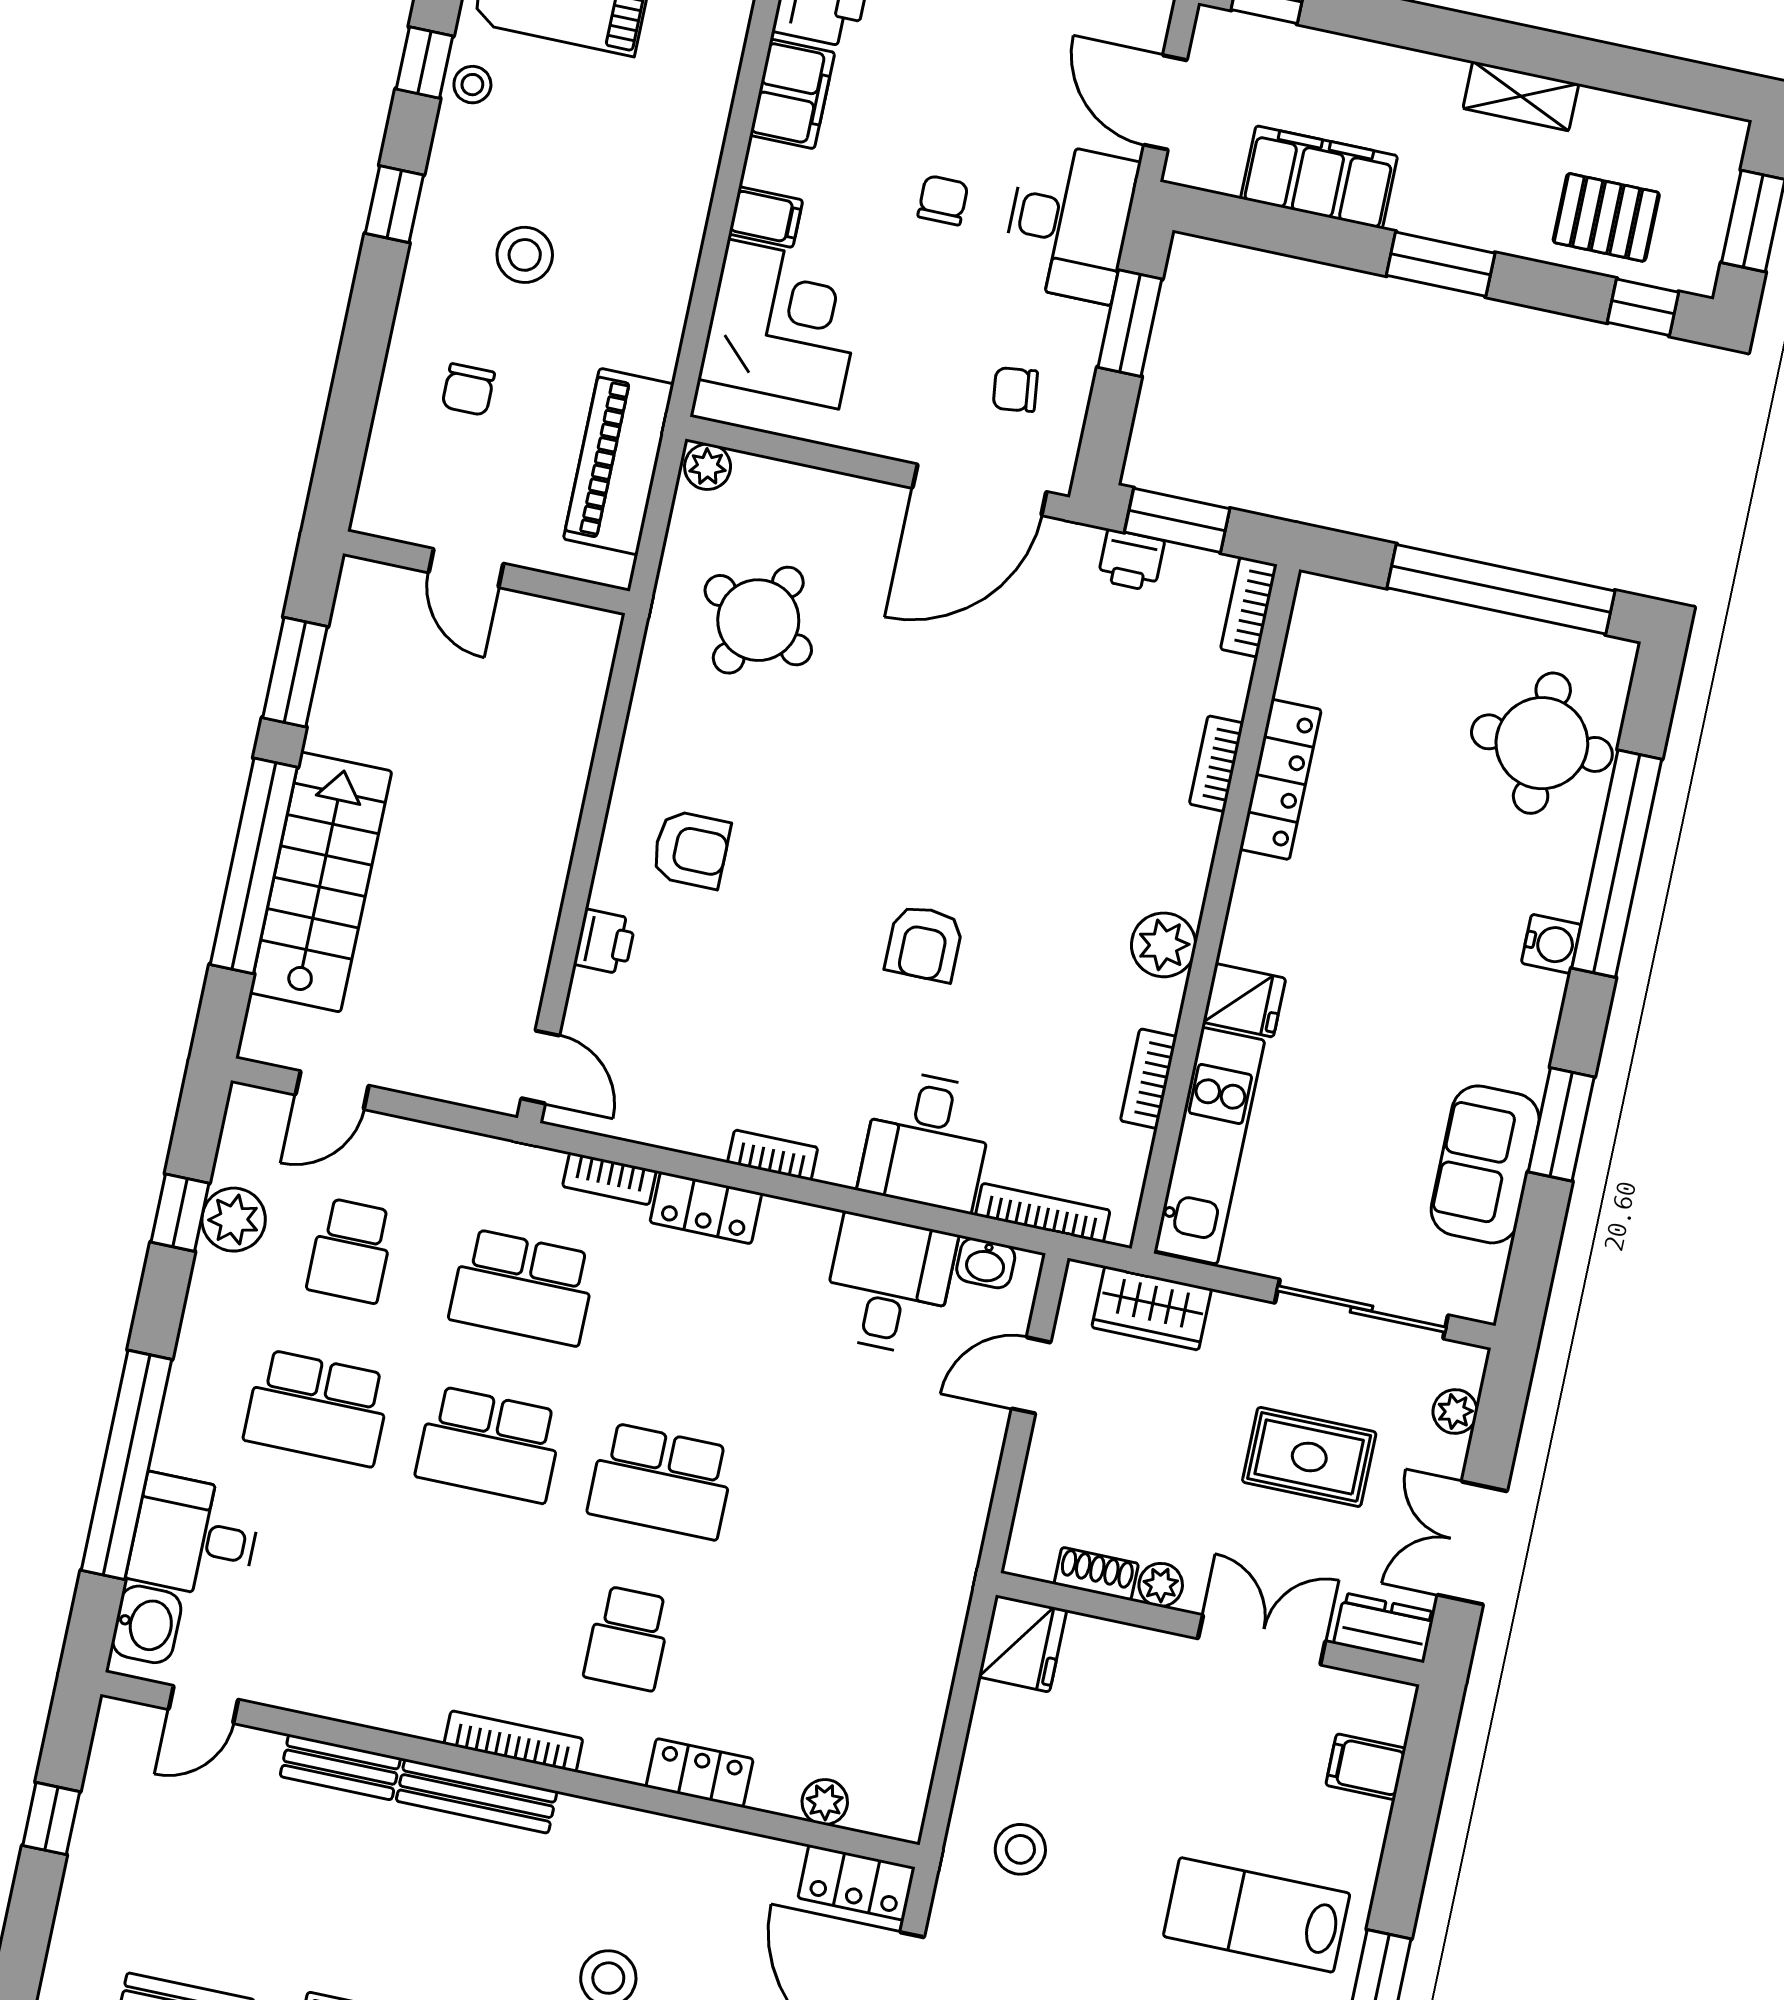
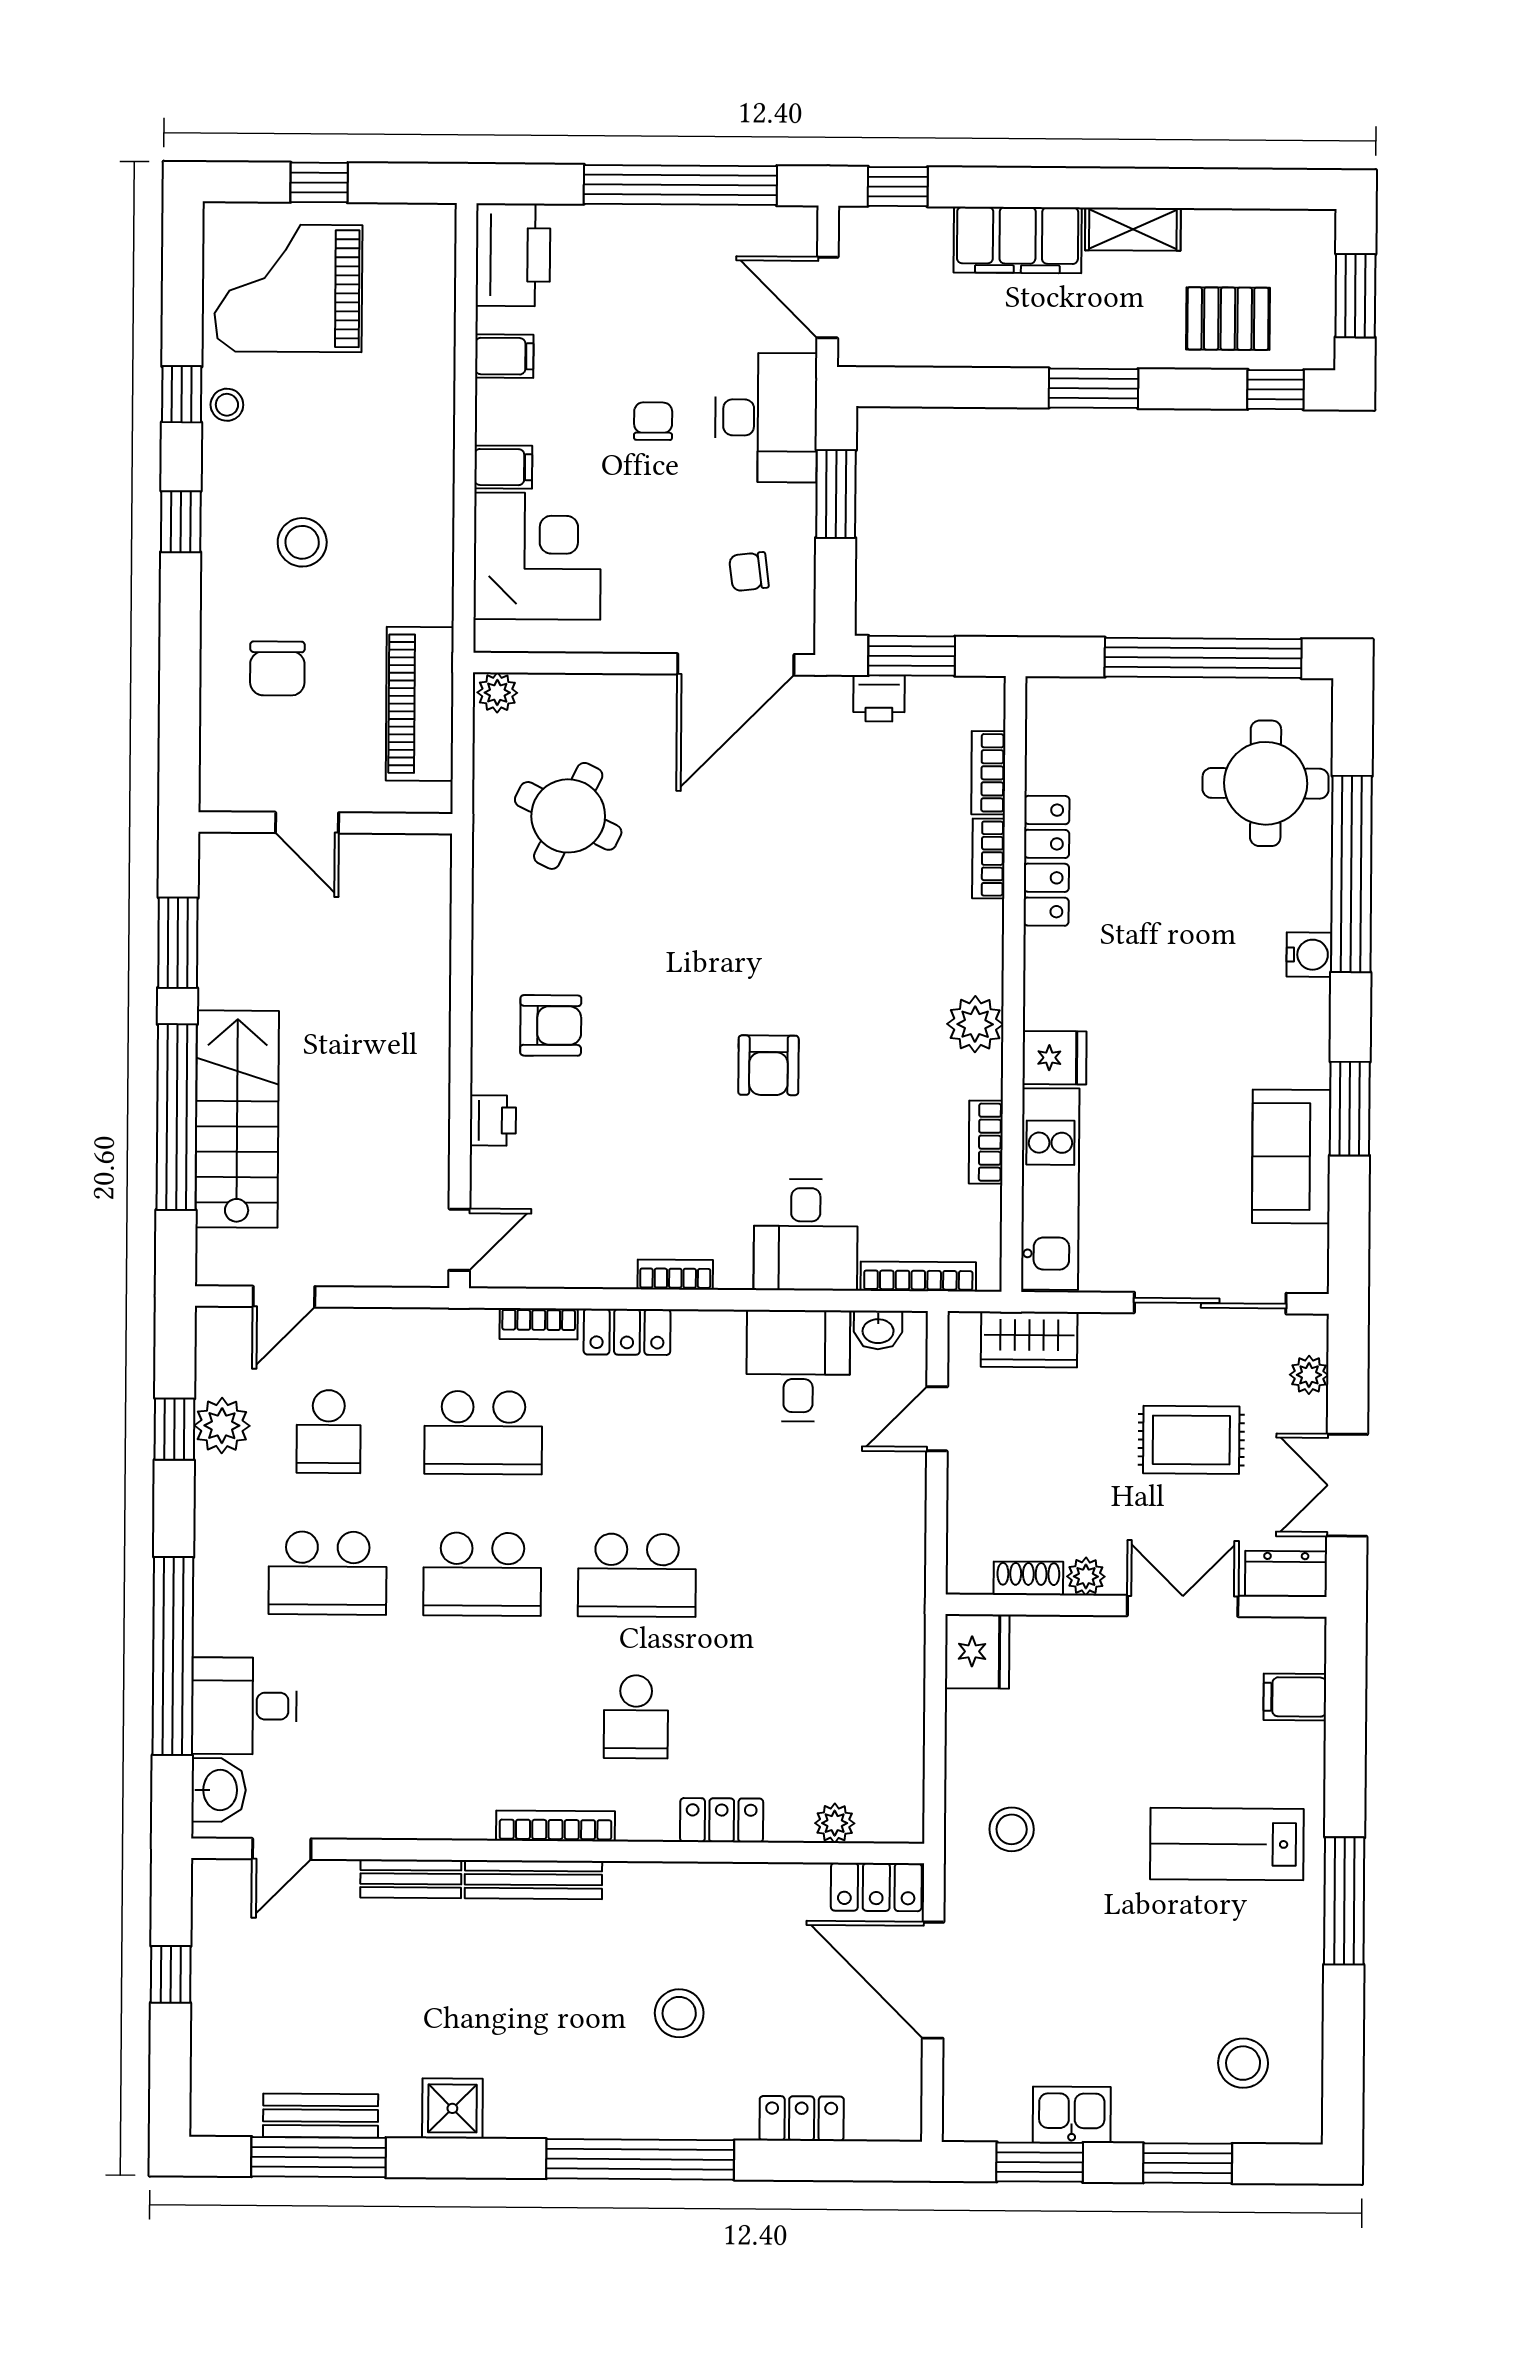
filing cabinet: (792, 94) -> (504, 356), width x0.50
filing cabinet: (1319, 177) -> (1018, 240), moved, turned 180
chair: (468, 390) -> (277, 668), width x1.37, depth x1.37
bookcase: (1249, 607) -> (988, 773), moved
door: (540, 1067) -> (459, 1240), hinge flipped

